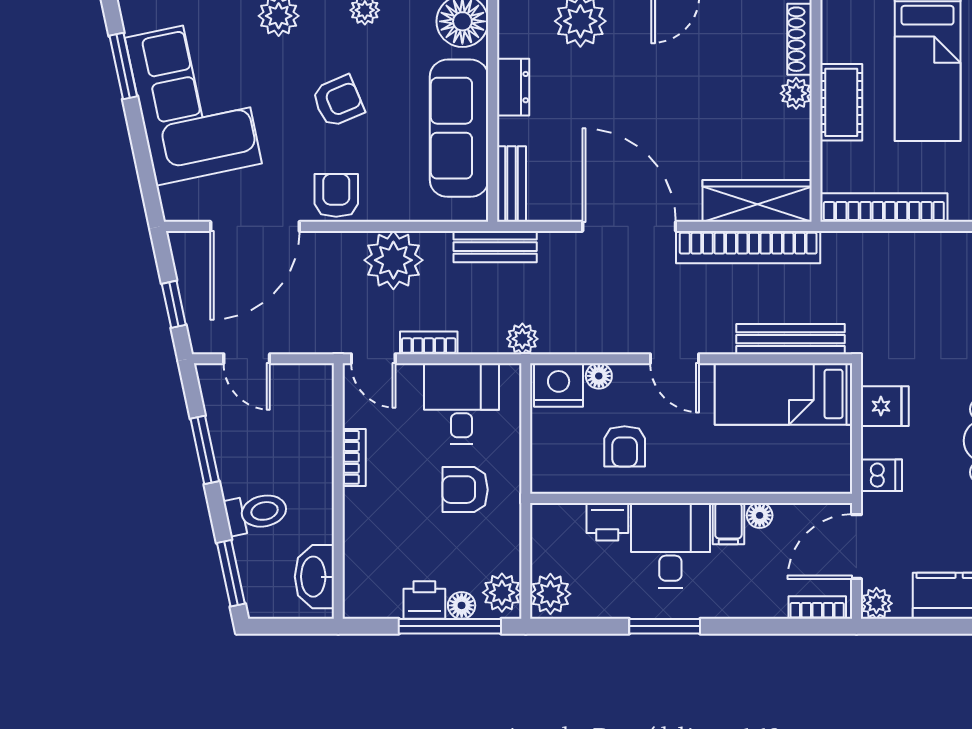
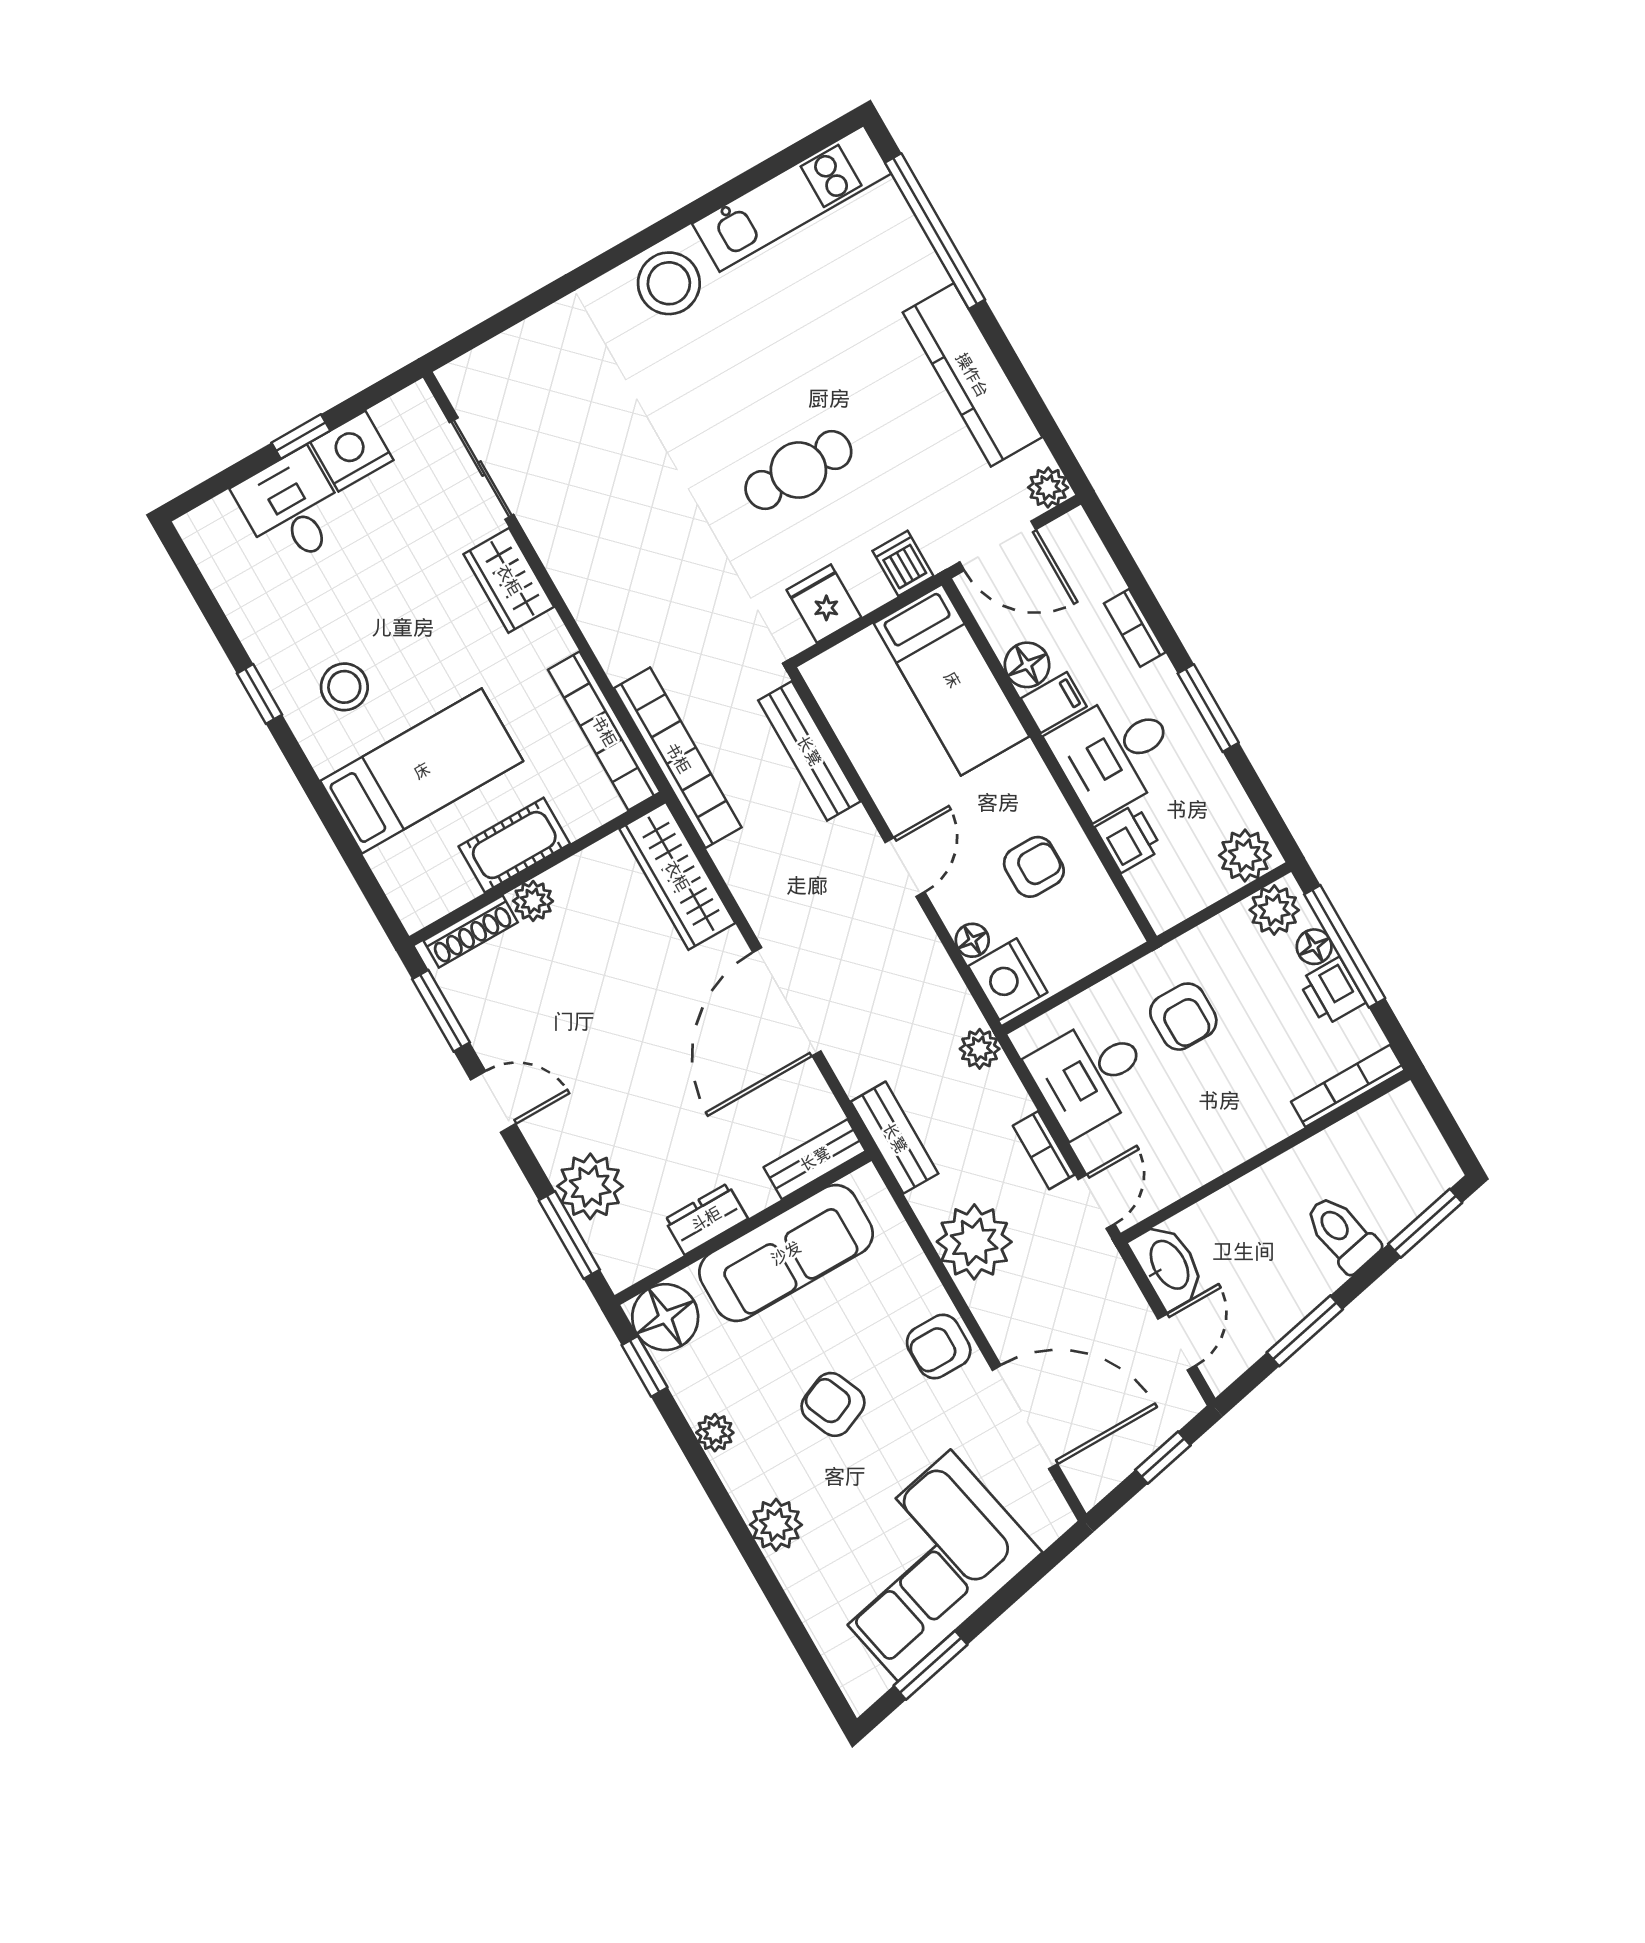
bookcase: (748, 247) -> (678, 758), moved
bed: (783, 394) -> (952, 680), moved
bookcase: (354, 457) -> (1348, 1086), moved, width x1.56
floor lamp: (760, 515) -> (1027, 665), width x1.37, depth x1.37
washbasin: (314, 577) -> (1168, 1266), moved, turned -90
bookcase: (817, 607) -> (1135, 628), moved

